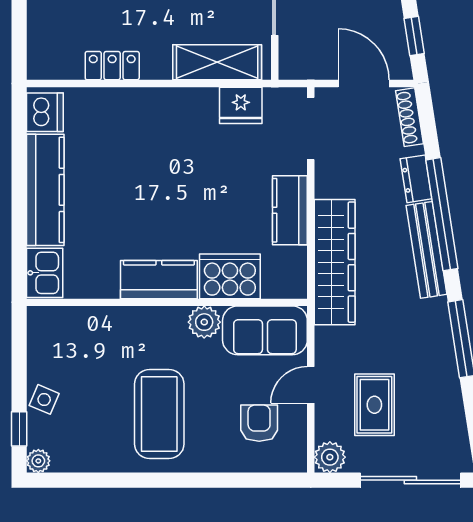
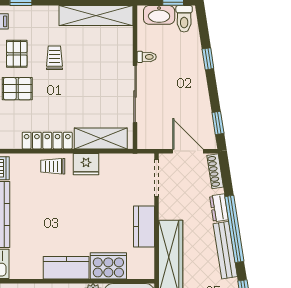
locker: (112, 66) -> (47, 141), width x1.53
fridge: (241, 105) -> (86, 164), moved
trolley: (137, 109) -> (53, 166), added

